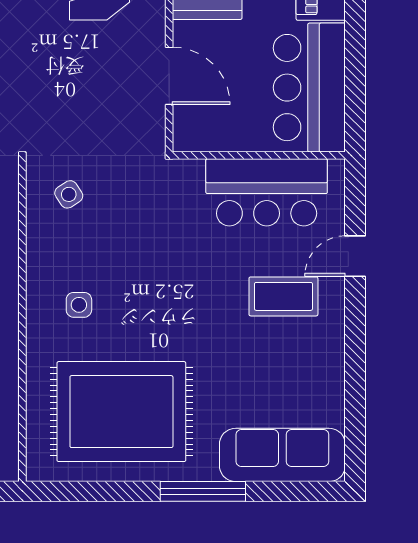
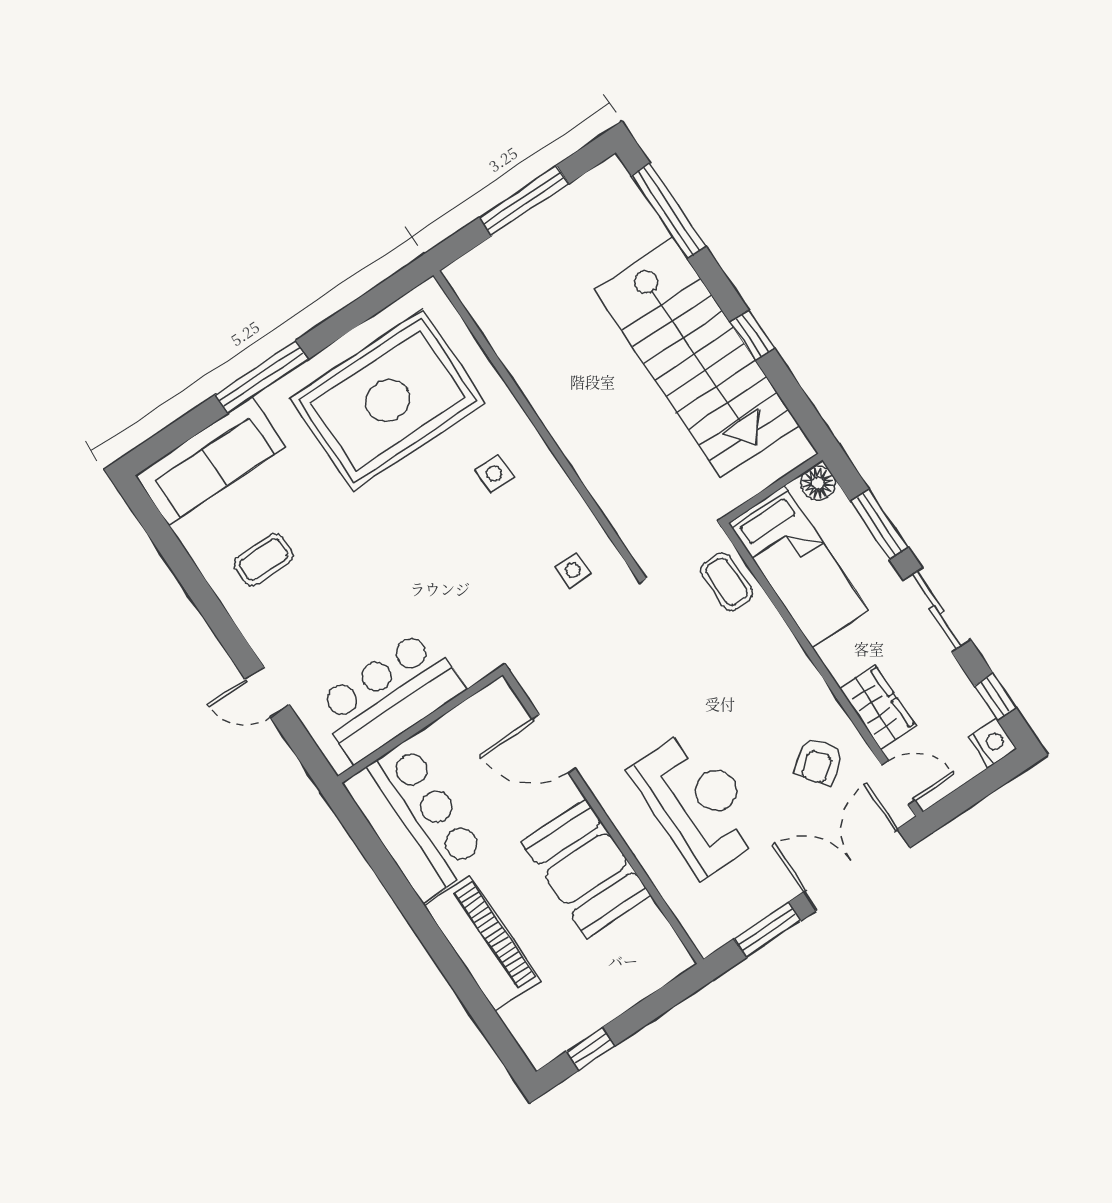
side table: (69, 194) -> (573, 570), turned 33
door: (355, 256) -> (267, 692), swing flipped
coffee table: (283, 296) -> (263, 560), moved, width x0.73, depth x0.77

